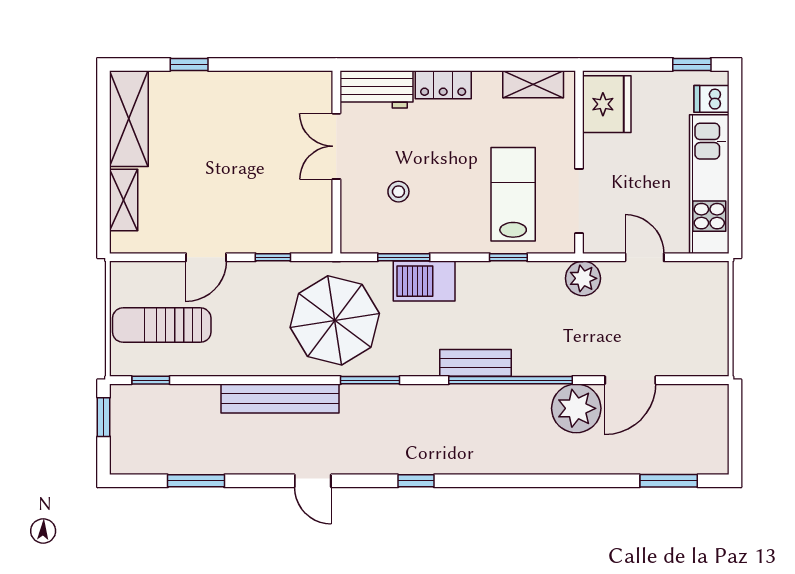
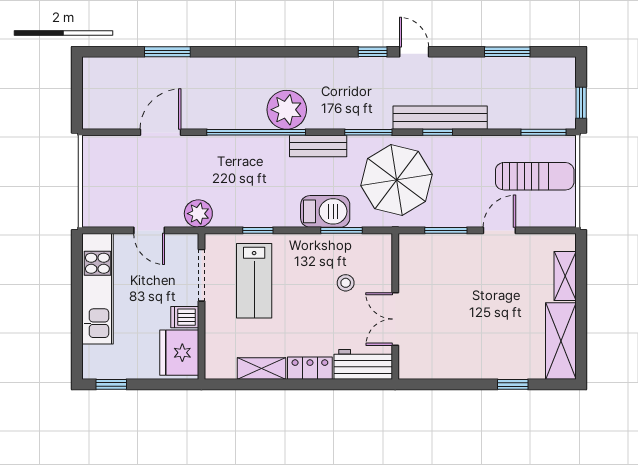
shelving: (533, 84) -> (262, 369), moved
dishwasher: (711, 99) -> (185, 317), moved, turned 180
double door: (336, 146) -> (395, 319), swing flipped
window: (273, 257) -> (446, 230), width x1.50
bench: (475, 363) -> (318, 146), moved
window: (151, 380) -> (544, 132), width x1.50
window: (283, 380) -> (438, 132), added
plant: (576, 408) -> (287, 110), moved
window: (416, 481) -> (373, 52), moved
window: (669, 481) -> (167, 52), moved

